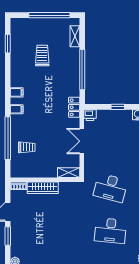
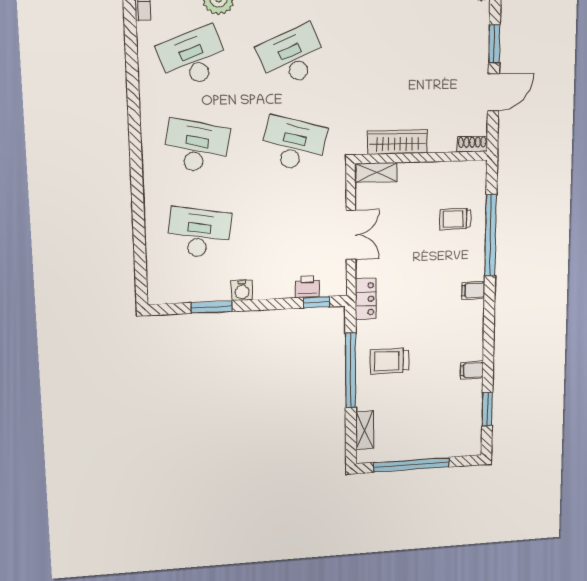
trolley: (42, 56) -> (389, 361), moved, turned 90
filing cabinet: (17, 92) -> (472, 370), moved
window: (118, 107) -> (317, 302), moved
printer: (90, 115) -> (307, 287), moved
wardrobe: (43, 188) -> (398, 142), moved
desk: (111, 231) -> (292, 57), turned -30

